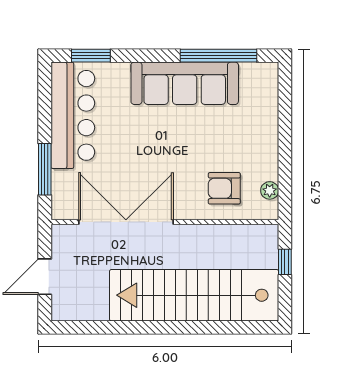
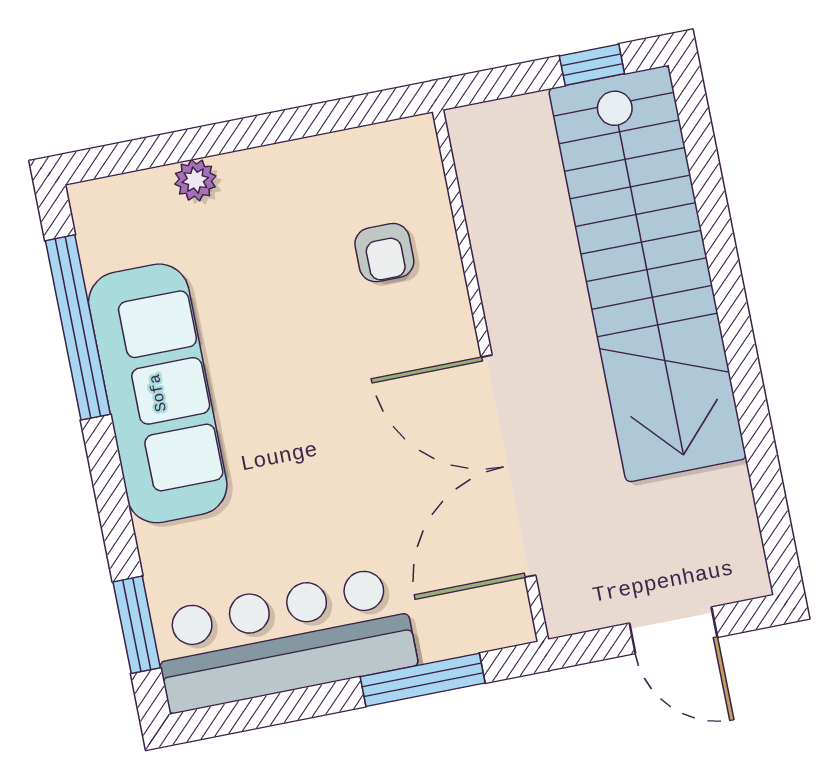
armchair: (224, 188) -> (384, 253), width x0.72, depth x0.72
plant: (270, 190) -> (195, 180), moved
window: (285, 262) -> (592, 65), moved

